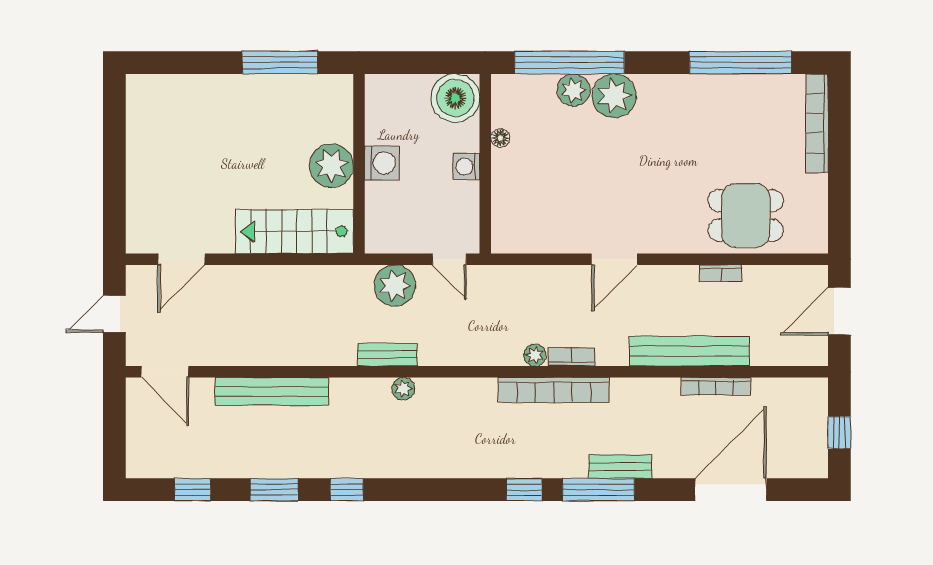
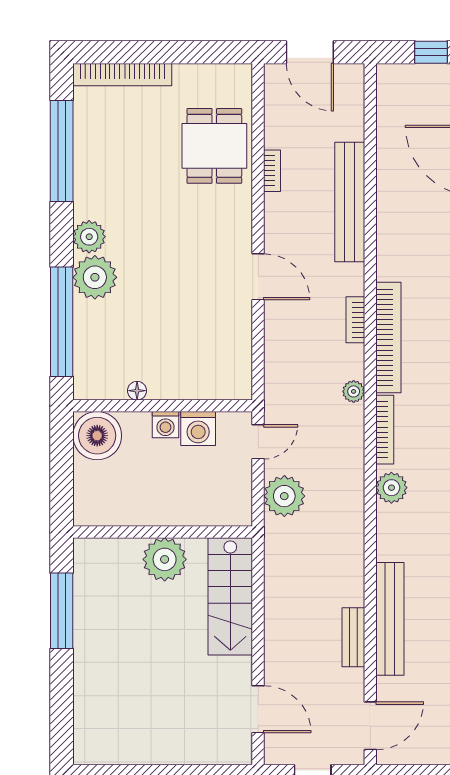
plant: (573, 90) -> (89, 237), moved
washing machine: (382, 163) -> (198, 428), moved, turned 180
bench: (387, 355) -> (353, 637), moved
plant: (535, 355) -> (354, 391), moved
bookcase: (716, 386) -> (385, 430), moved
plant: (403, 389) -> (391, 488), width x1.38, depth x1.38

